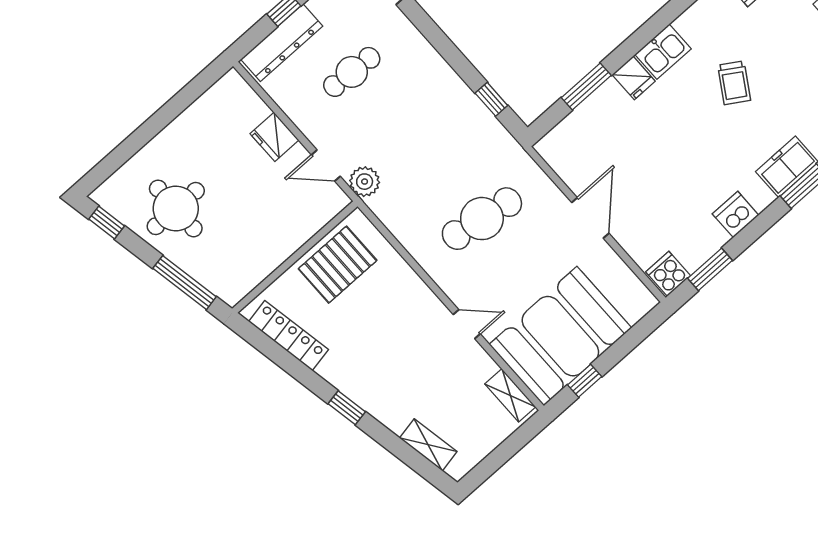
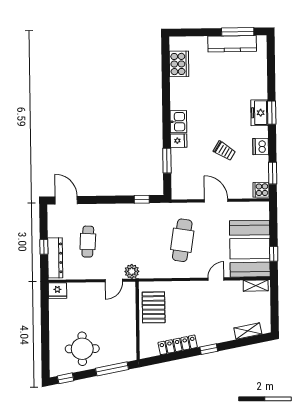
trolley: (734, 83) -> (224, 151), moved
fridge: (274, 137) -> (57, 291), moved
locker: (288, 336) -> (178, 345), moved

